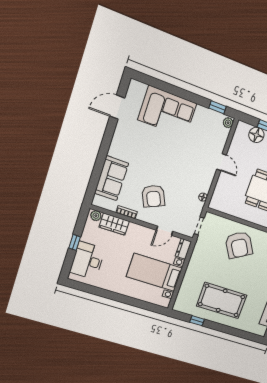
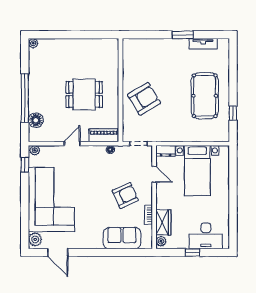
plant: (139, 89) -> (35, 239), added
corner sofa: (167, 112) -> (51, 200), width x1.36, depth x1.36
piano: (219, 196) -> (104, 135), added

